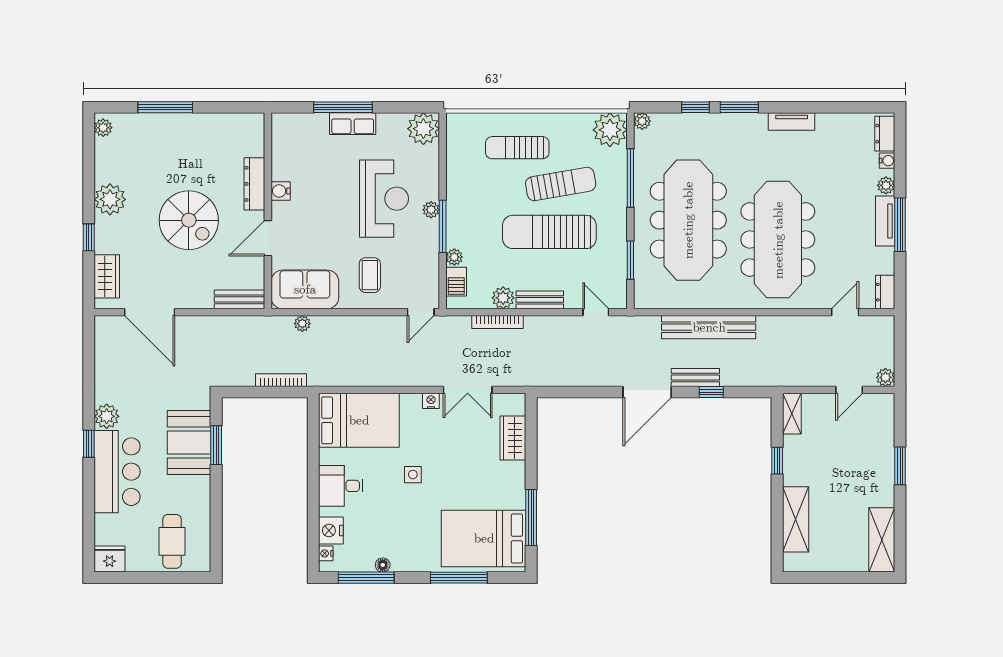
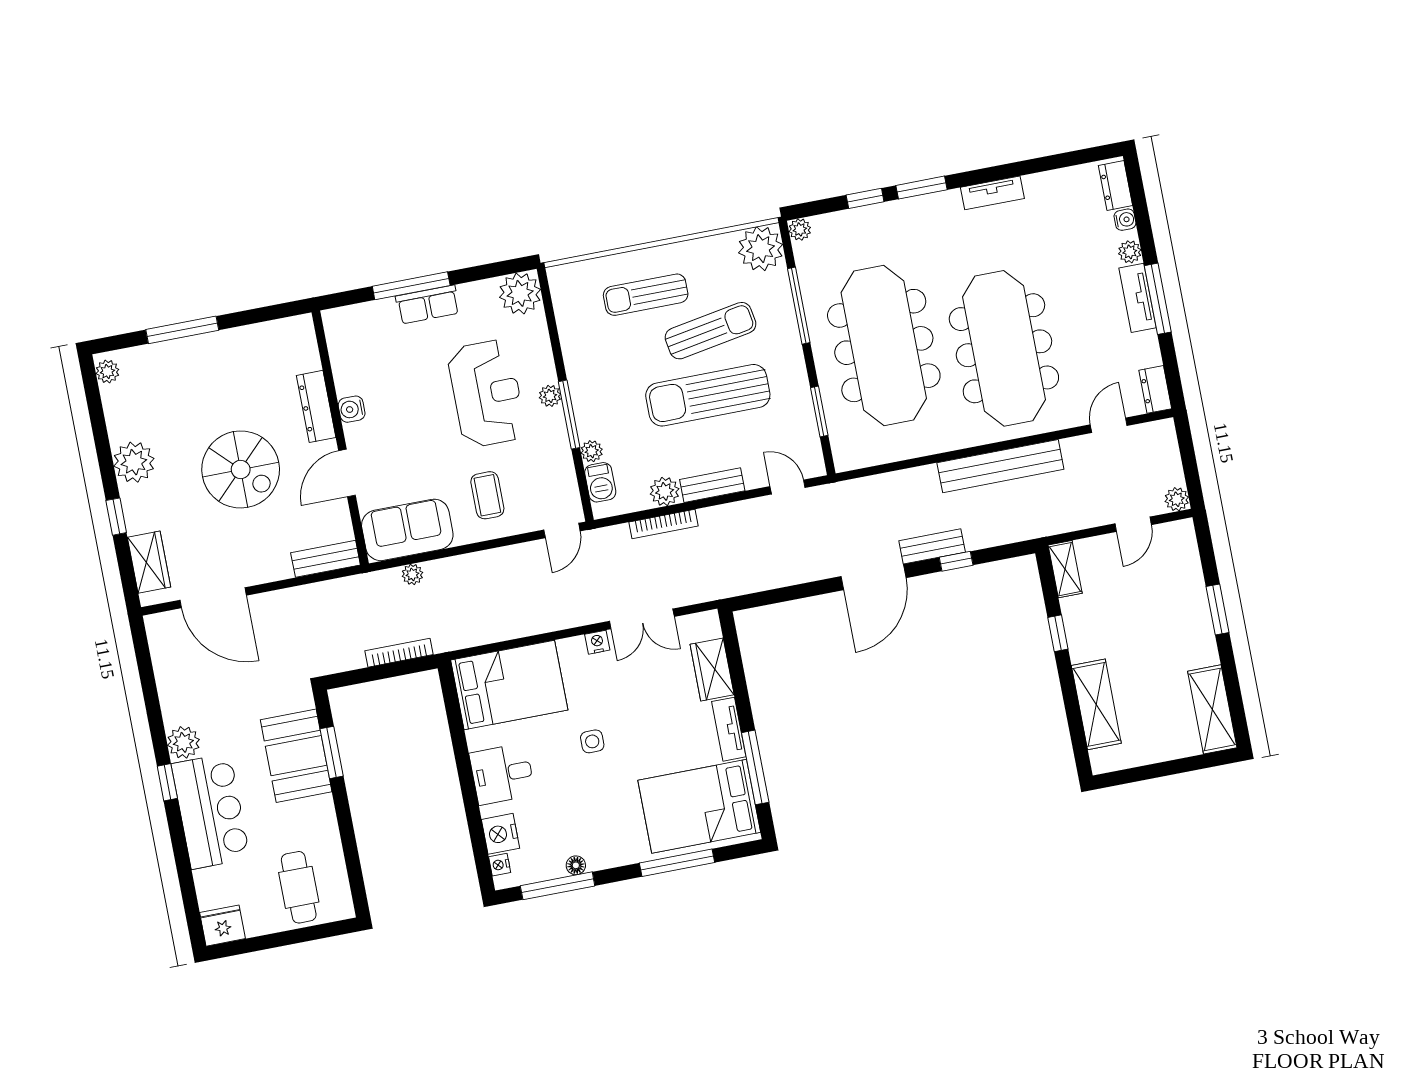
bench: (709, 327) -> (1000, 466), moved
tv unit: (517, 485) -> (729, 729), added

